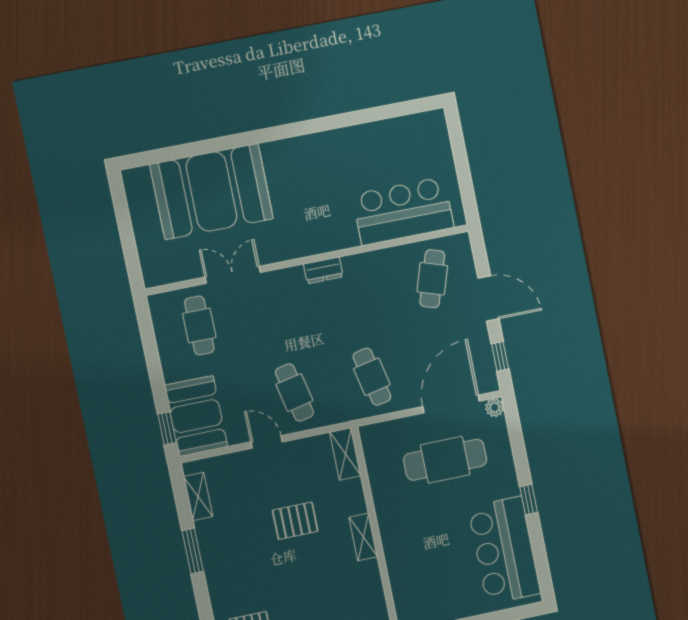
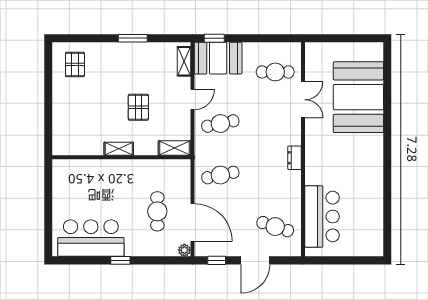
cafe table: (445, 460) -> (157, 211), width x0.73, depth x0.74
shelving: (198, 497) -> (184, 61), moved, turned 90

